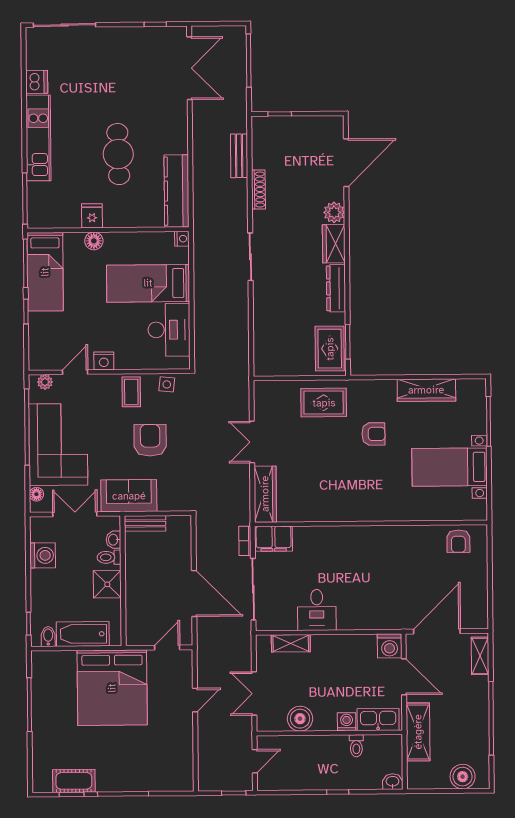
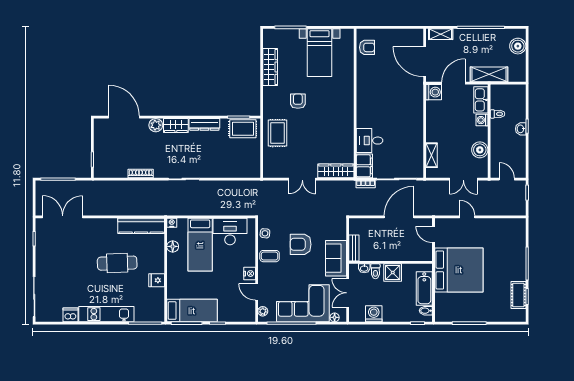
bench: (239, 156) -> (119, 186), removed
floor lamp: (94, 241) -> (173, 246), moved
desk: (317, 610) -> (370, 141), moved, turned 180
washbasin: (393, 782) -> (521, 129), moved

